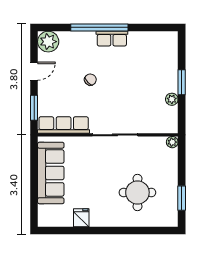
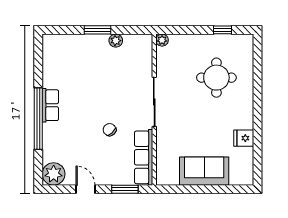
chair: (90, 80) -> (110, 130), moved
sofa: (51, 173) -> (204, 171), width x0.73
window: (182, 198) -> (222, 30), width x0.67

